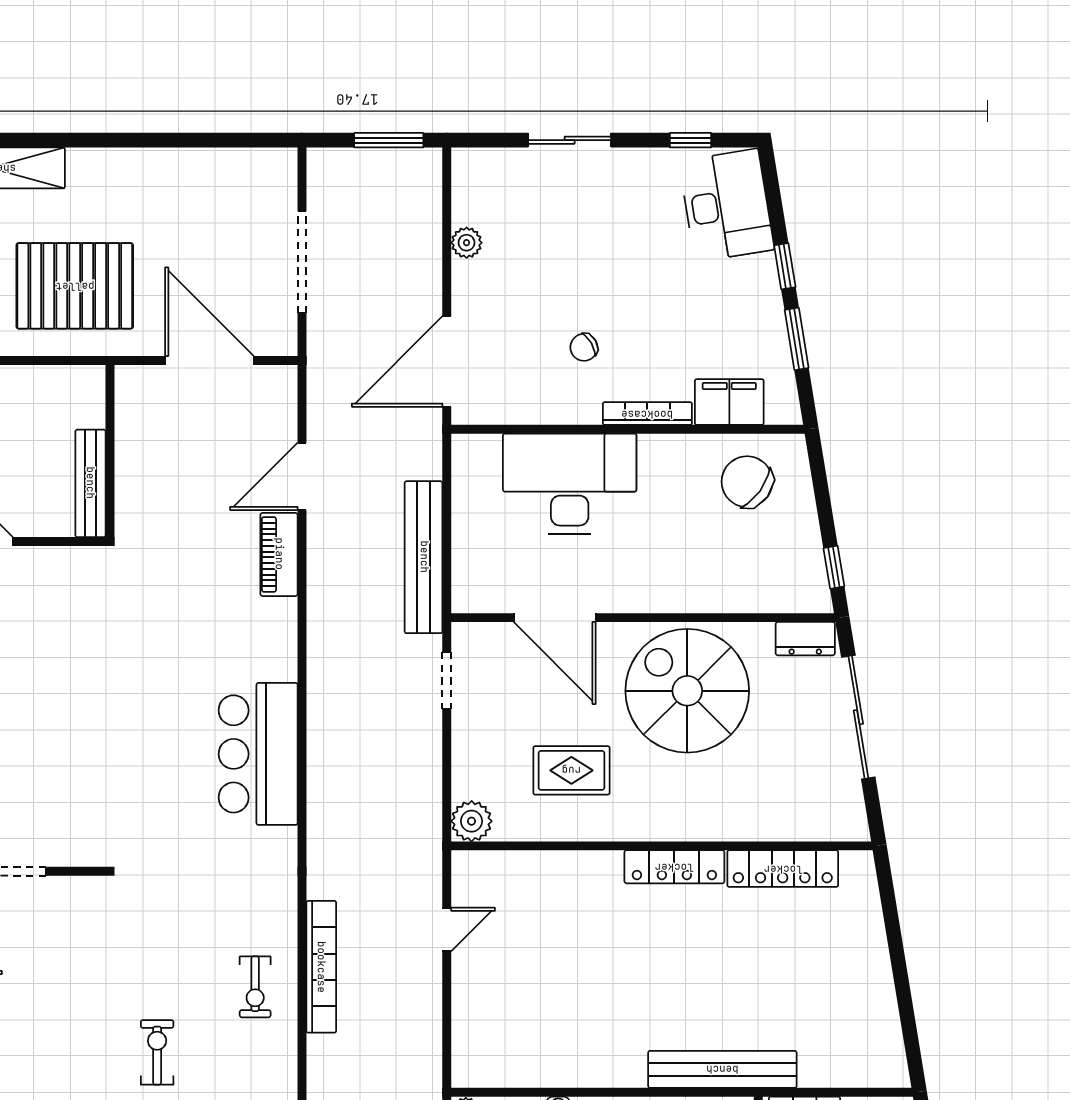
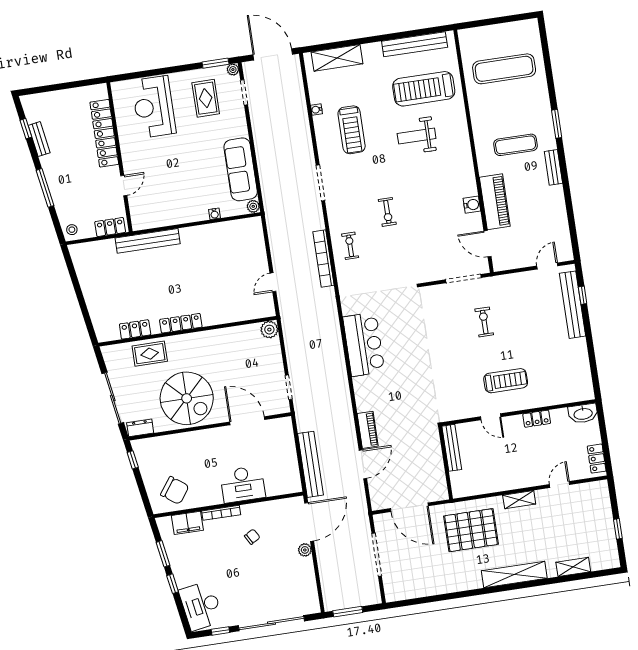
sliding door: (570, 140) -> (271, 623), width x1.86
plant: (467, 243) -> (305, 550), moved
desk: (570, 484) -> (243, 484), width x0.73, depth x0.77
bench: (424, 557) -> (310, 464), moved
rug: (571, 770) -> (150, 354), moved
locker: (783, 869) -> (135, 329), width x0.66

